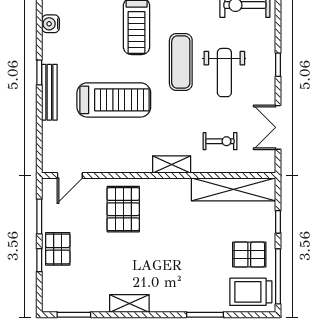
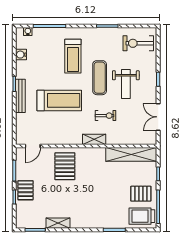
exercise bike: (220, 141) -> (106, 116), moved
shelving: (129, 303) -> (58, 223), moved

